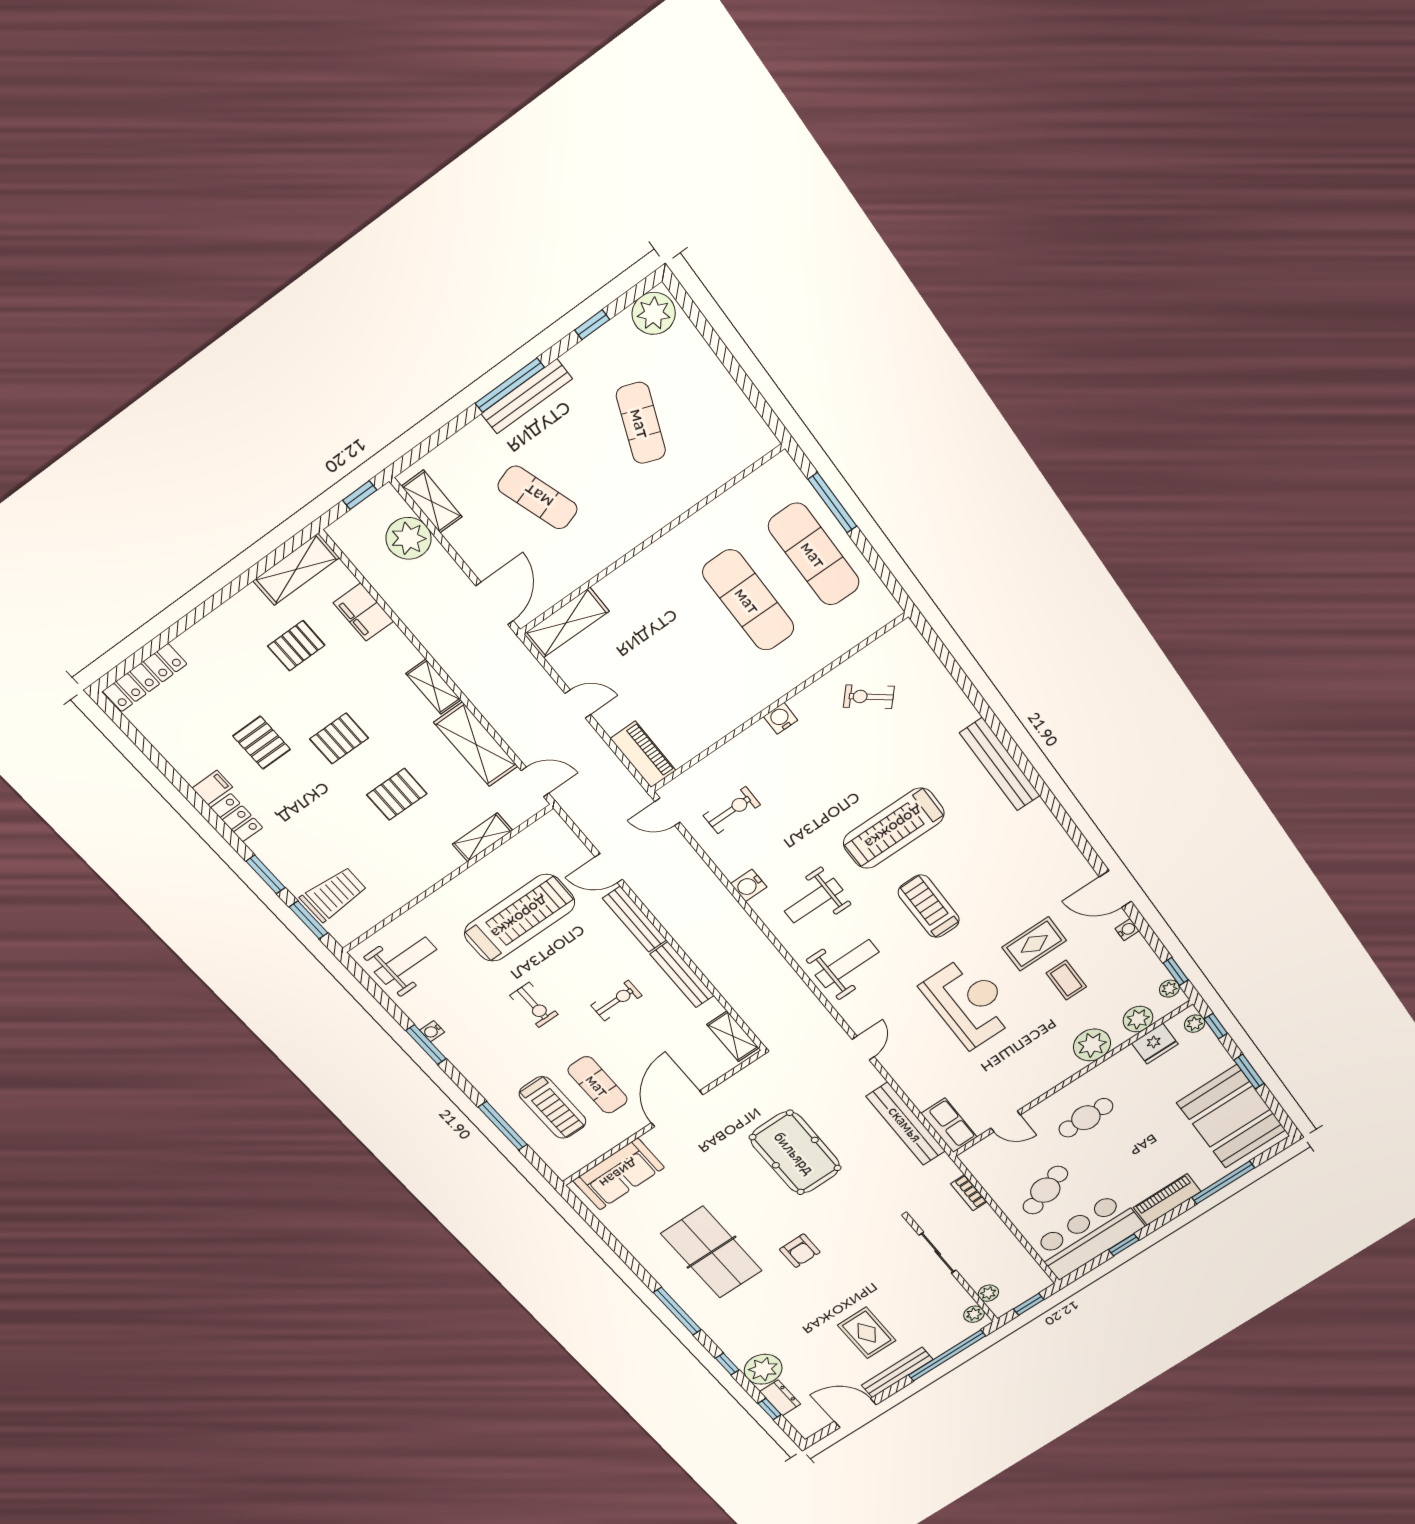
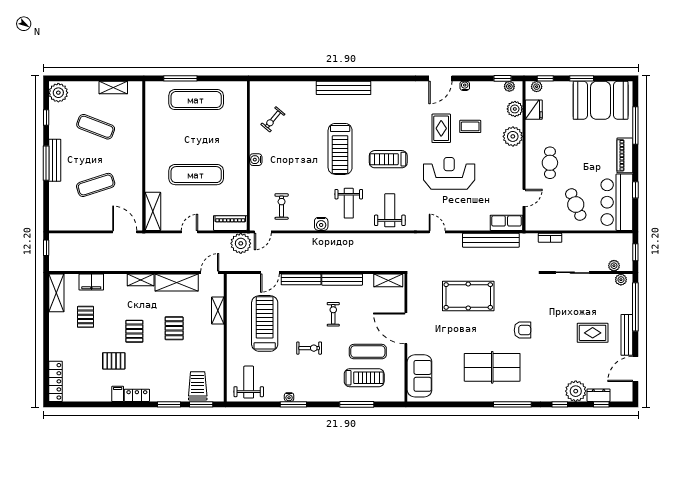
shelving: (432, 502) -> (113, 88), moved
plant: (409, 538) -> (241, 243), moved
exercise mat: (748, 600) -> (196, 175), moved

